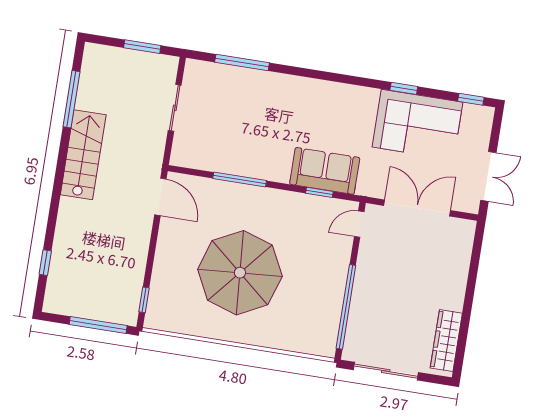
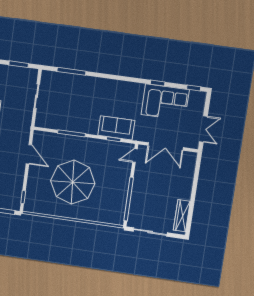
door: (160, 197) -> (29, 154), moved
double door: (417, 208) -> (166, 146), swing flipped

